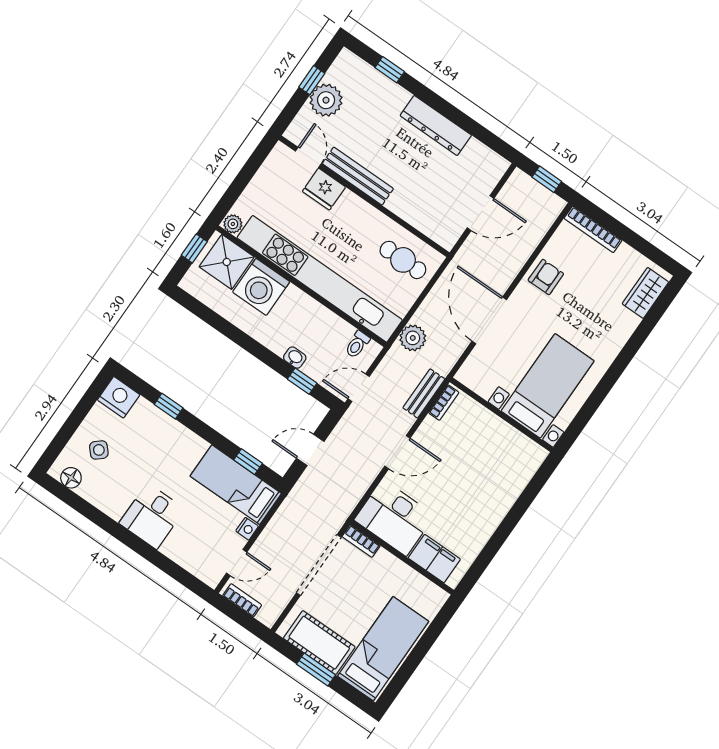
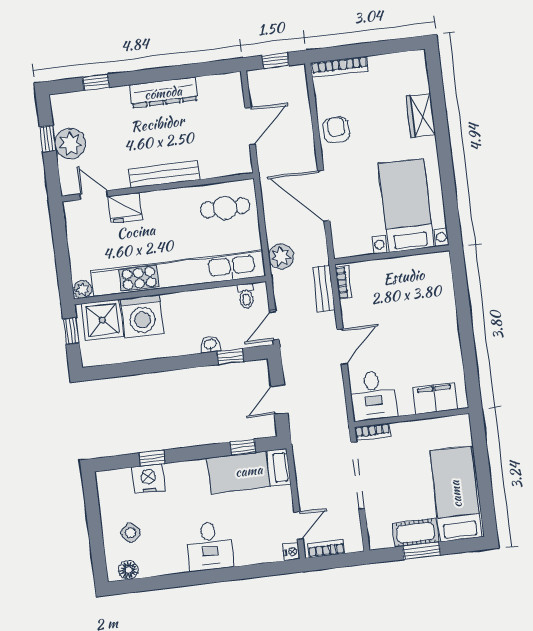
bench: (358, 176) -> (164, 174), moved
wardrobe: (645, 293) -> (421, 115), moved
nightstand: (119, 397) -> (148, 479), moved
desk: (394, 518) -> (373, 396), width x0.73
nightstand: (247, 529) -> (291, 552), moved
cot: (319, 643) -> (416, 533), width x0.73, depth x0.75

